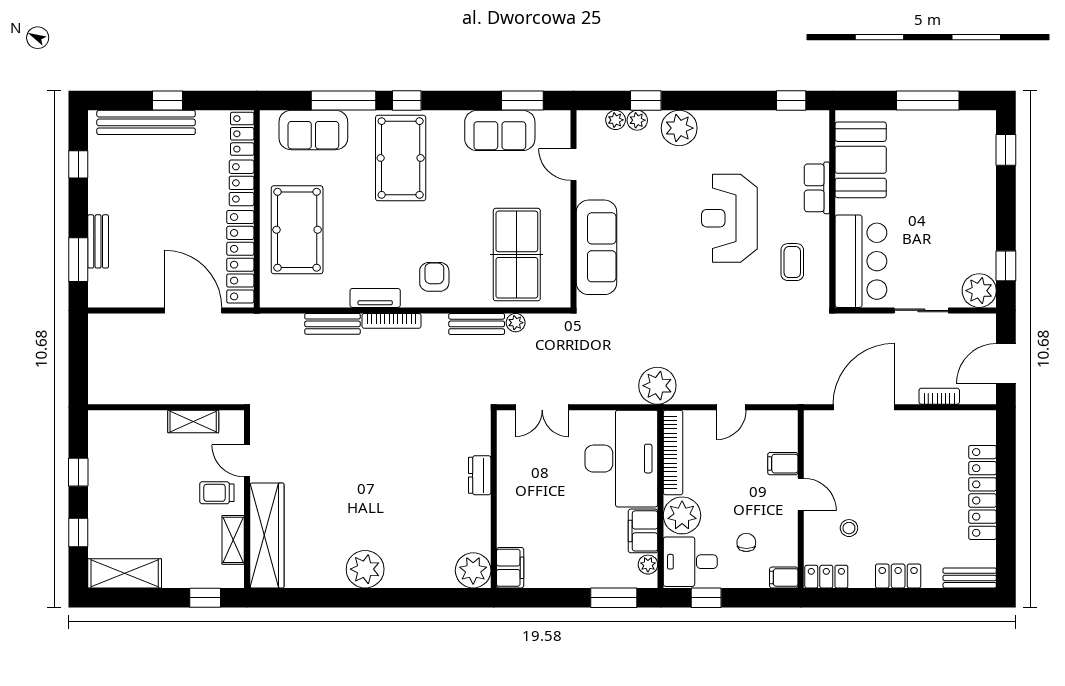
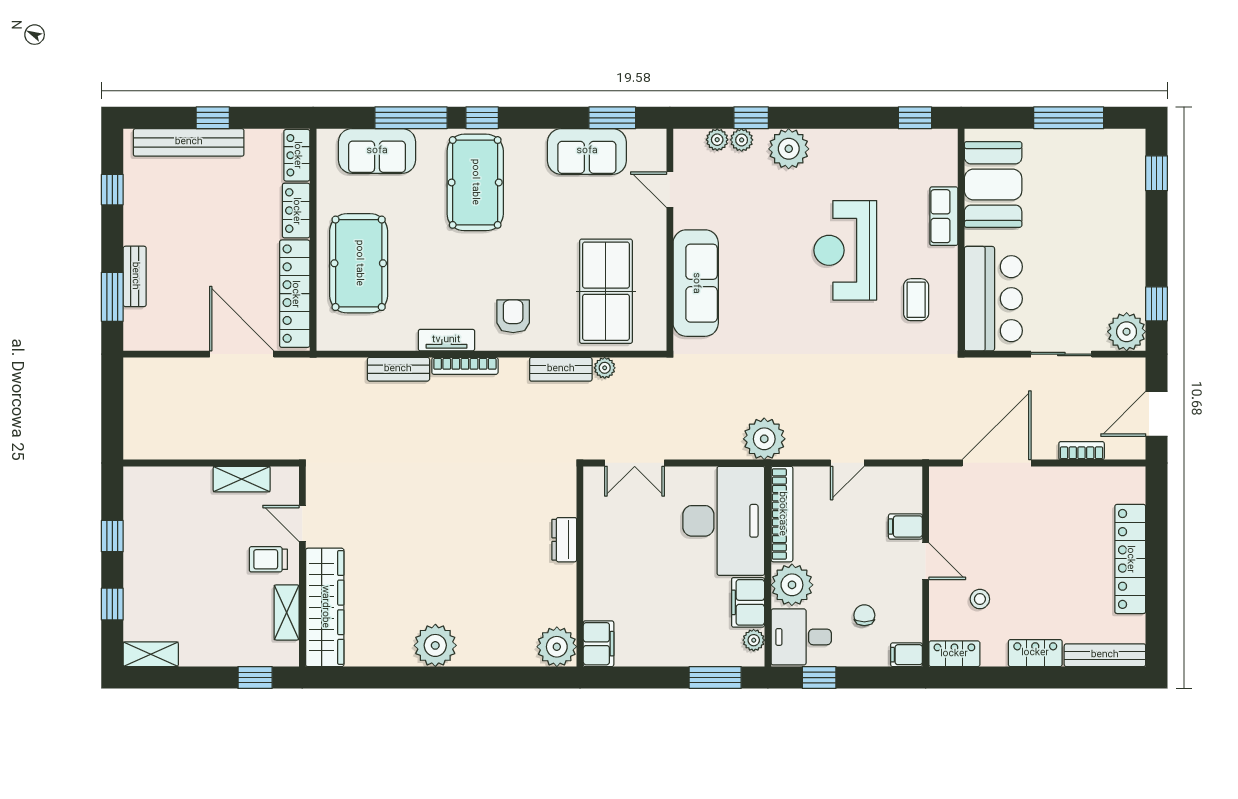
shelving: (125, 573) -> (151, 654), width x0.67, depth x0.75
bench: (970, 578) -> (1105, 655), width x1.36

